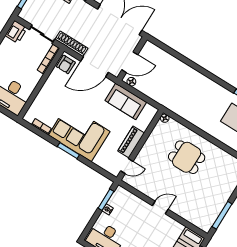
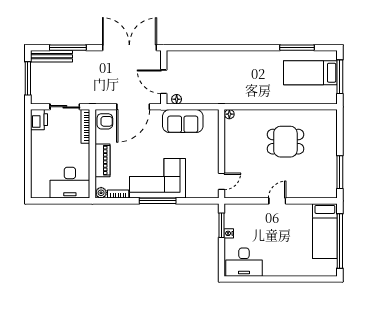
shoe rack: (71, 44) -> (98, 99), removed
door: (130, 62) -> (164, 82), swing flipped
armchair: (66, 64) -> (105, 121), turned -90
plant: (29, 117) -> (101, 193), added
piano: (131, 142) -> (102, 160), moved, turned 180
window: (68, 151) -> (158, 201), width x1.44
dining table: (187, 157) -> (285, 142), moved

